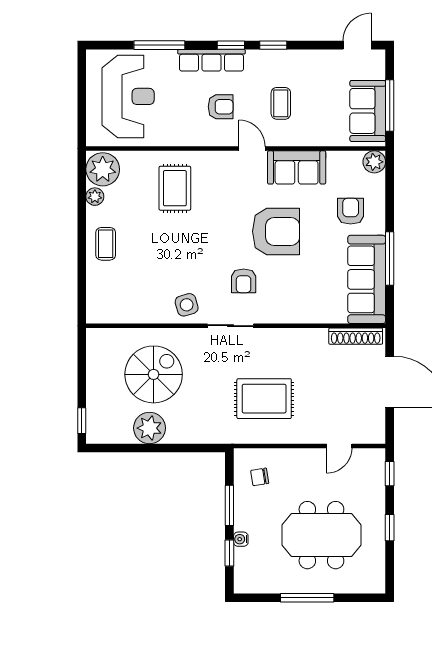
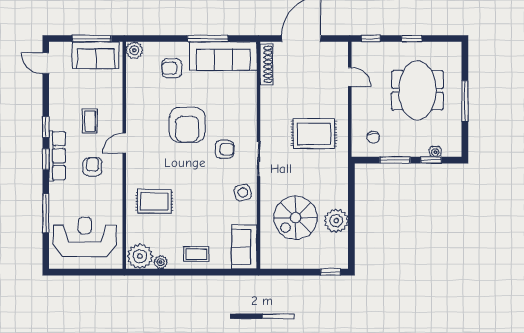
row of seats: (211, 60) -> (57, 156), moved
coffee table: (281, 103) -> (90, 121), turned 90
sofa: (297, 167) -> (244, 247), moved, turned 180
armchair: (276, 231) -> (187, 125), turned 180
spiral stairs: (154, 374) -> (296, 218), turned -90
rug: (264, 399) -> (314, 134), turned 90
water cooler: (241, 539) -> (435, 151), moved

